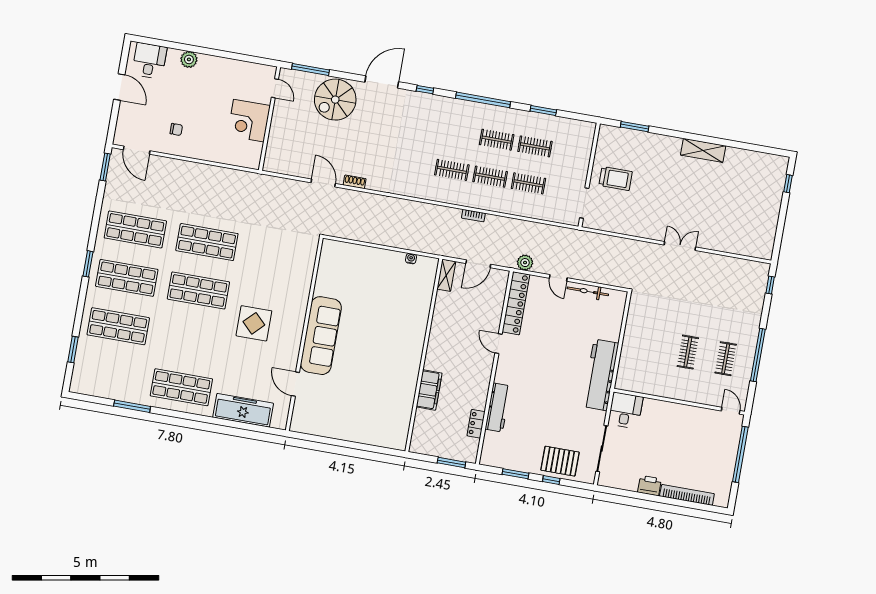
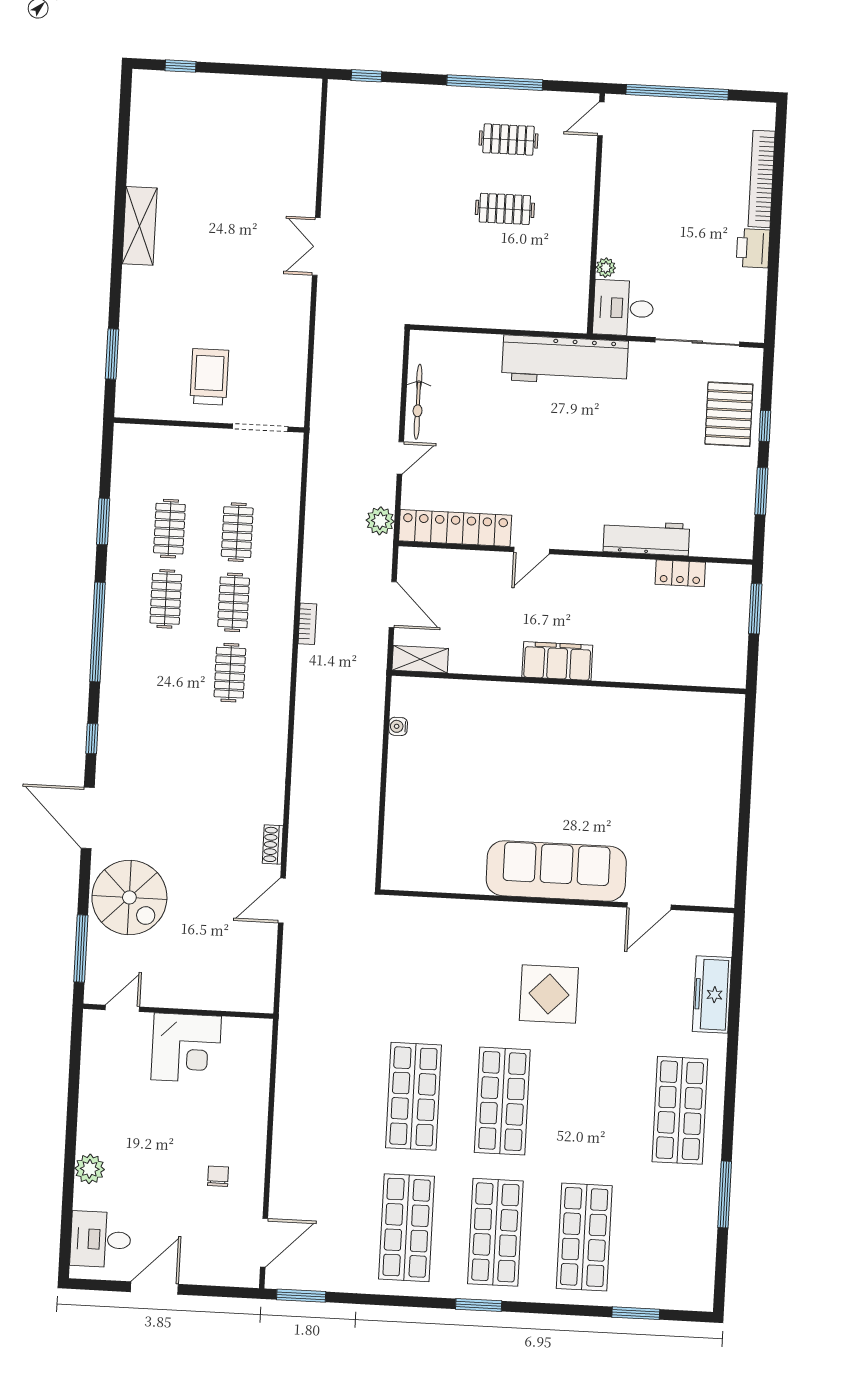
filing cabinet: (429, 390) -> (557, 661), moved
plant: (649, 403) -> (606, 268), added
freezer: (243, 410) -> (712, 995), width x0.73, depth x0.79

